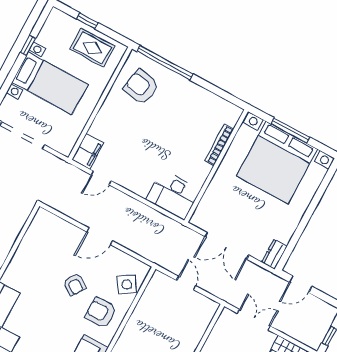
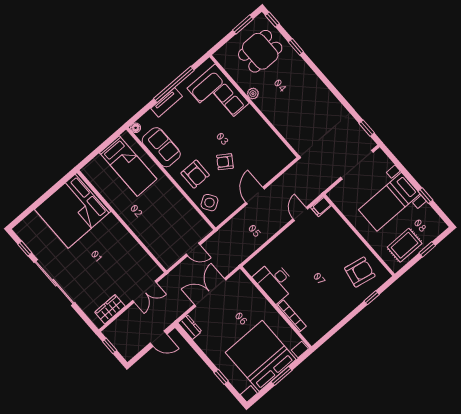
window: (165, 63) -> (372, 298), width x0.32
window: (291, 131) -> (282, 376), width x0.69
filing cabinet: (88, 151) -> (321, 207), width x0.50
desk: (173, 195) -> (275, 281), moved, turned -90
window: (317, 198) -> (221, 377), added
door: (301, 284) -> (158, 339), swing flipped
armchair: (101, 313) -> (195, 174), turned 90

